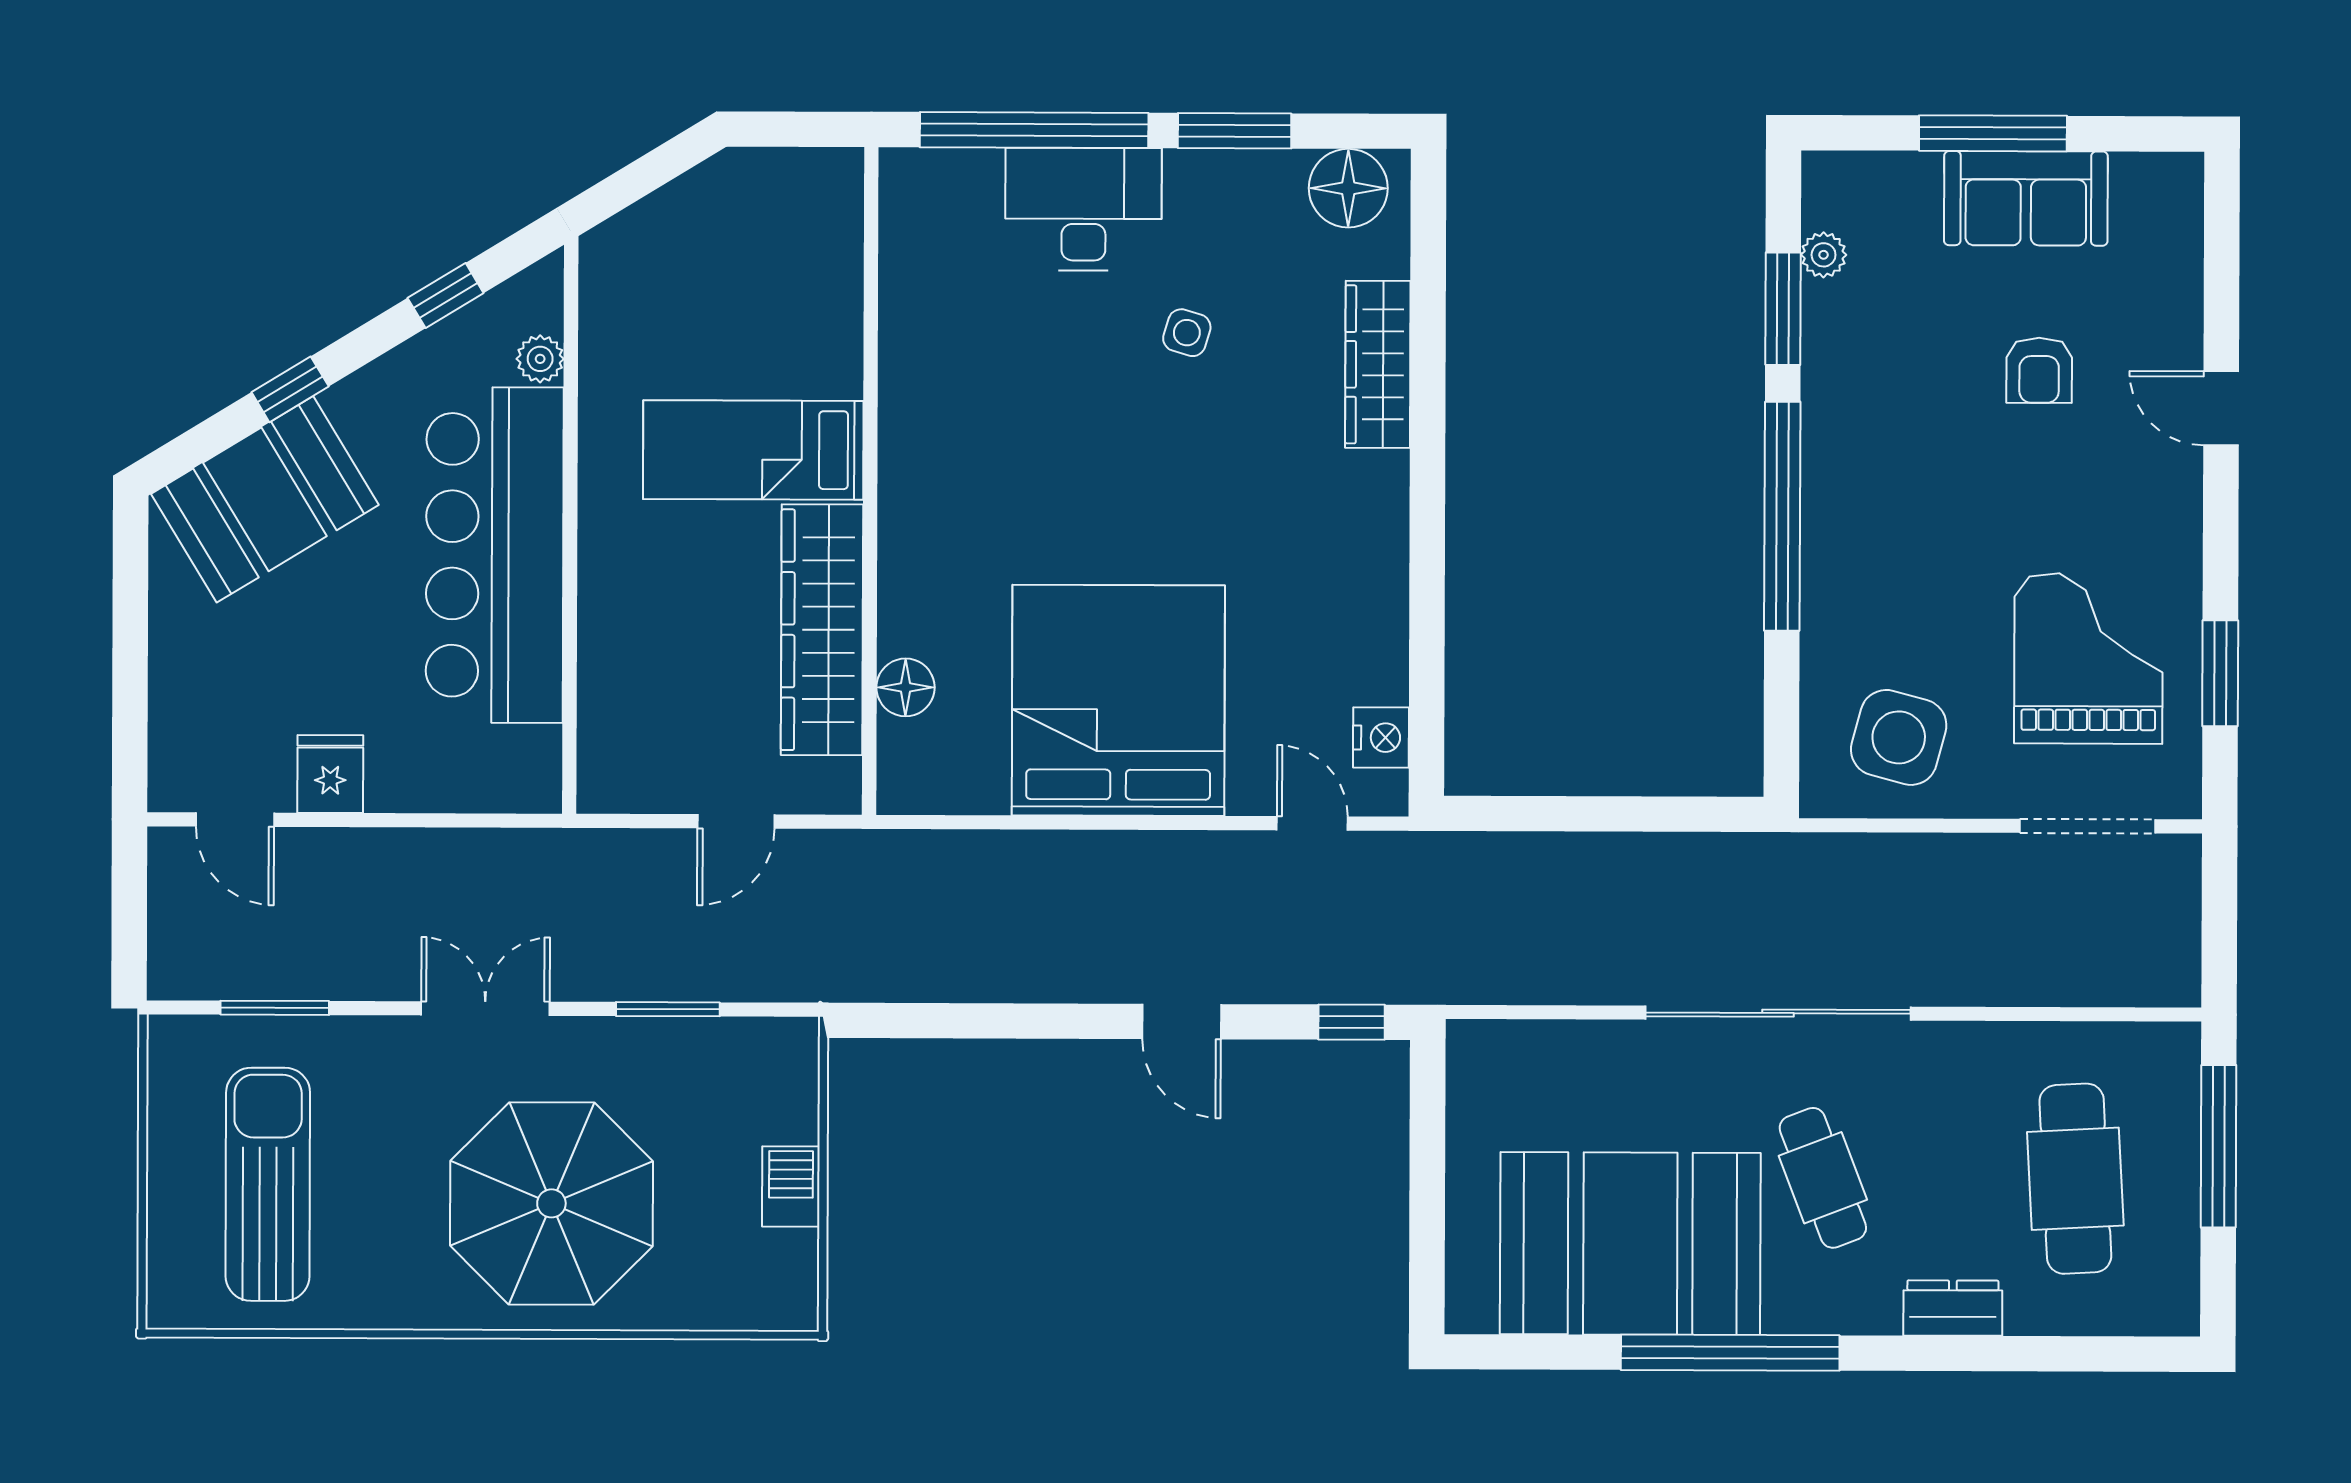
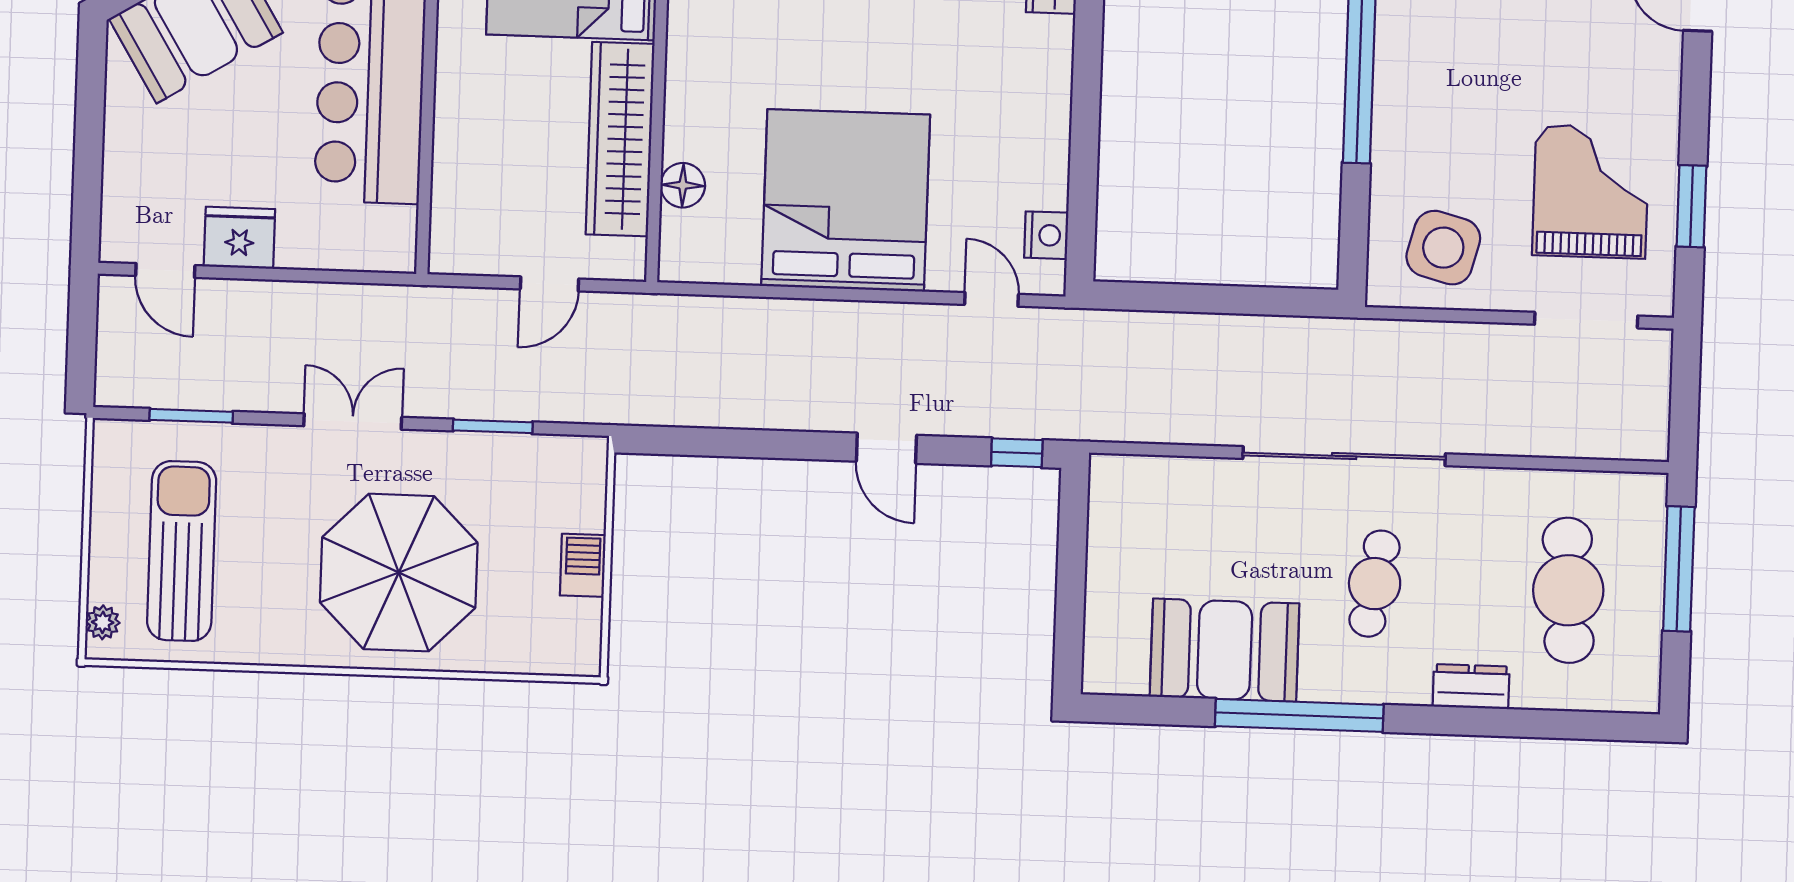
fridge: (330, 774) -> (239, 238), width x1.38
cafe table: (1823, 1178) -> (1375, 584), turned 30
booth: (1630, 1244) -> (1225, 650), width x0.73, depth x0.70
plant: (168, 1280) -> (103, 622), added

